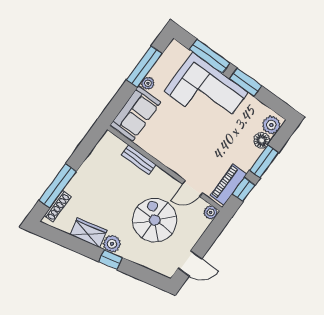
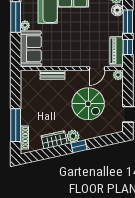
spiral stairs: (155, 220) -> (88, 104), turned 180

